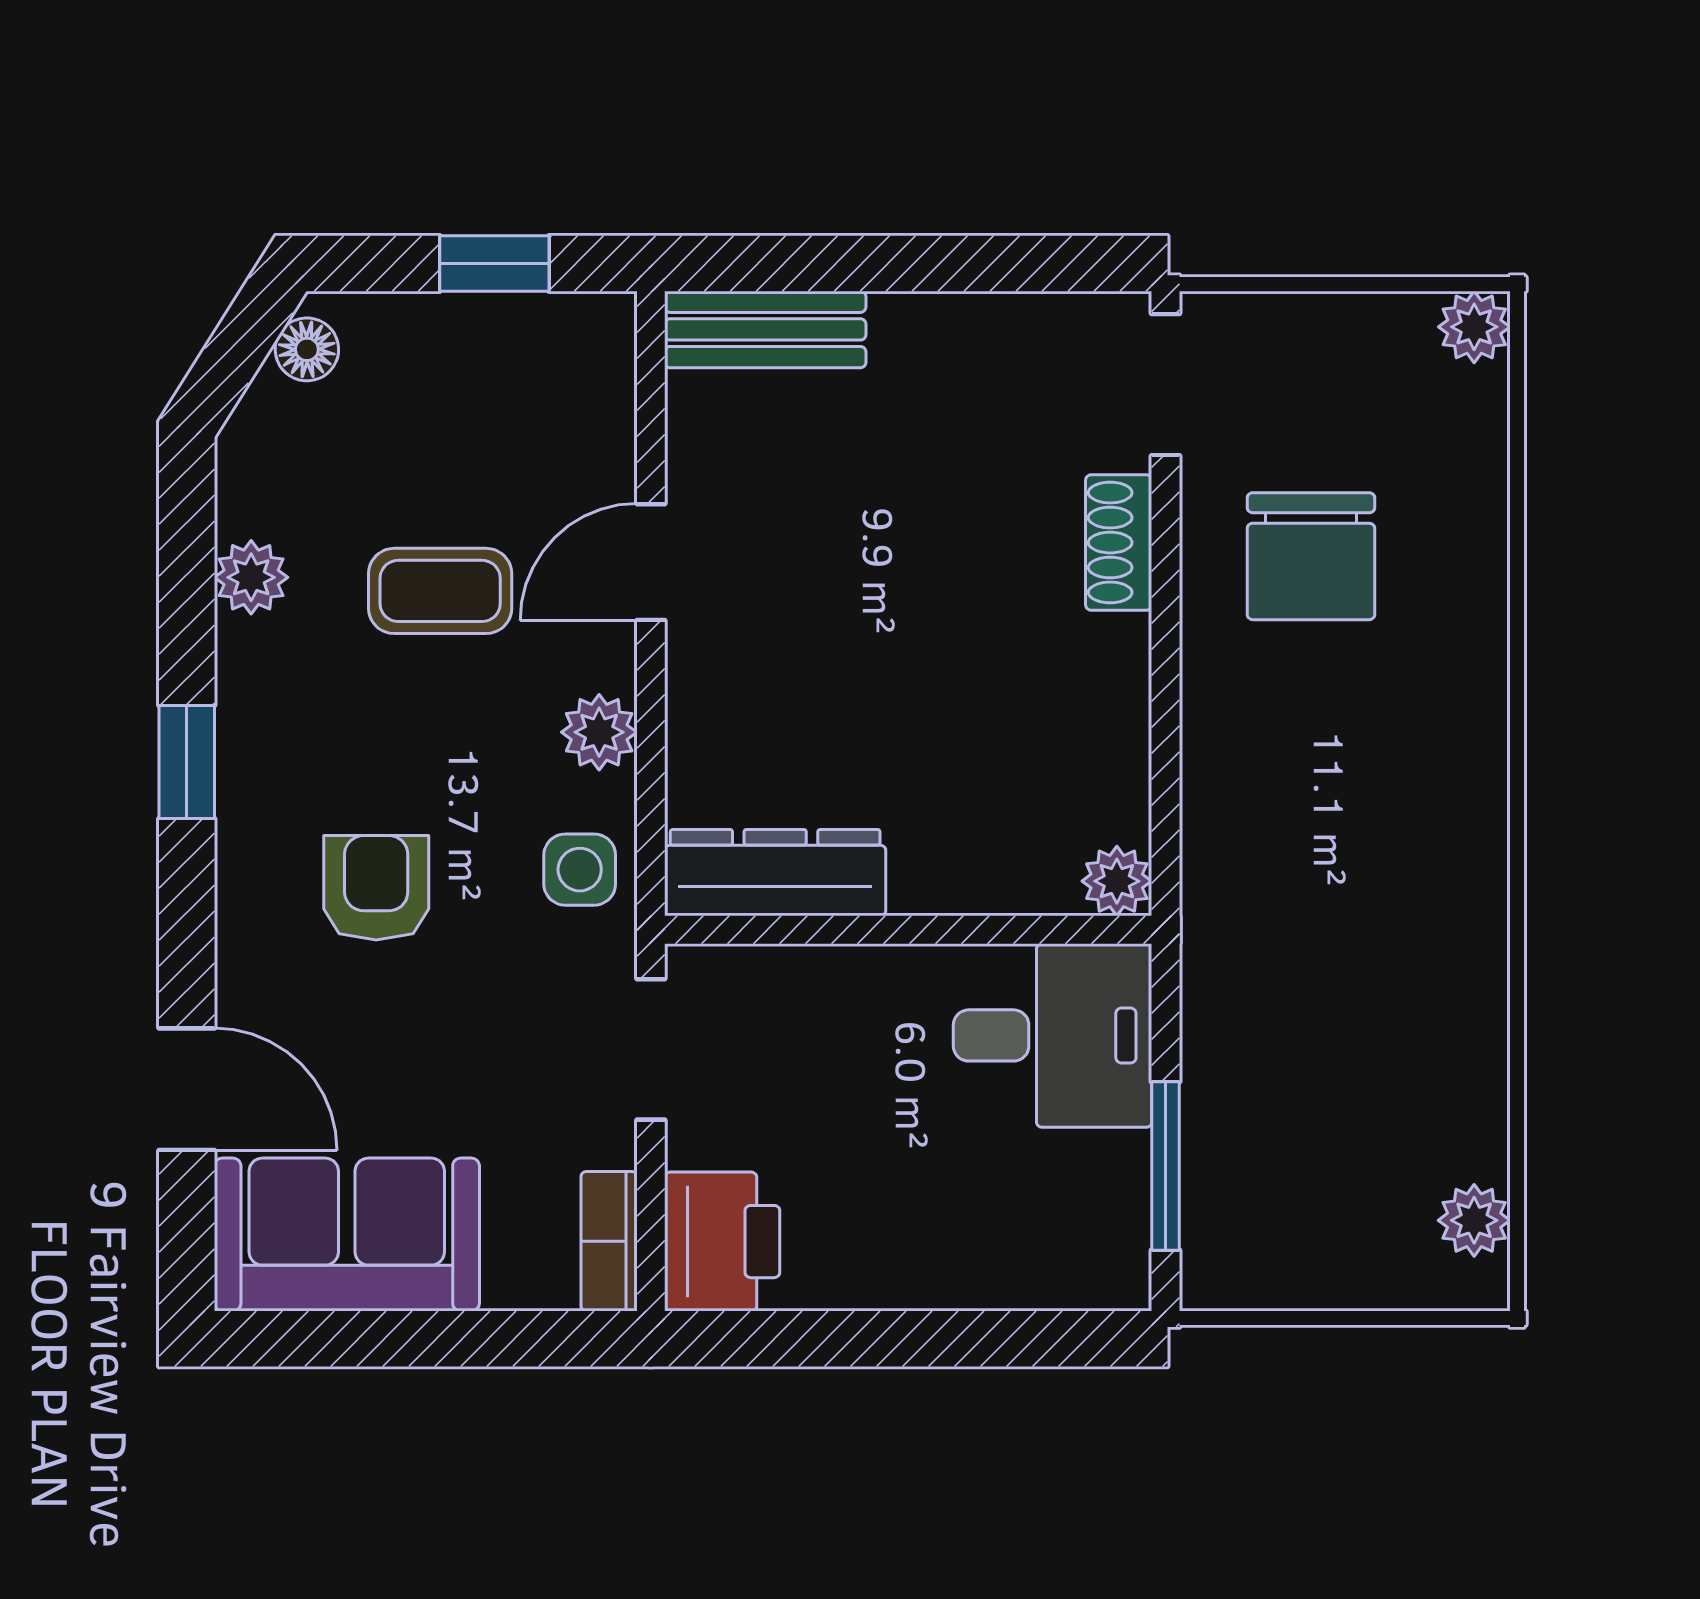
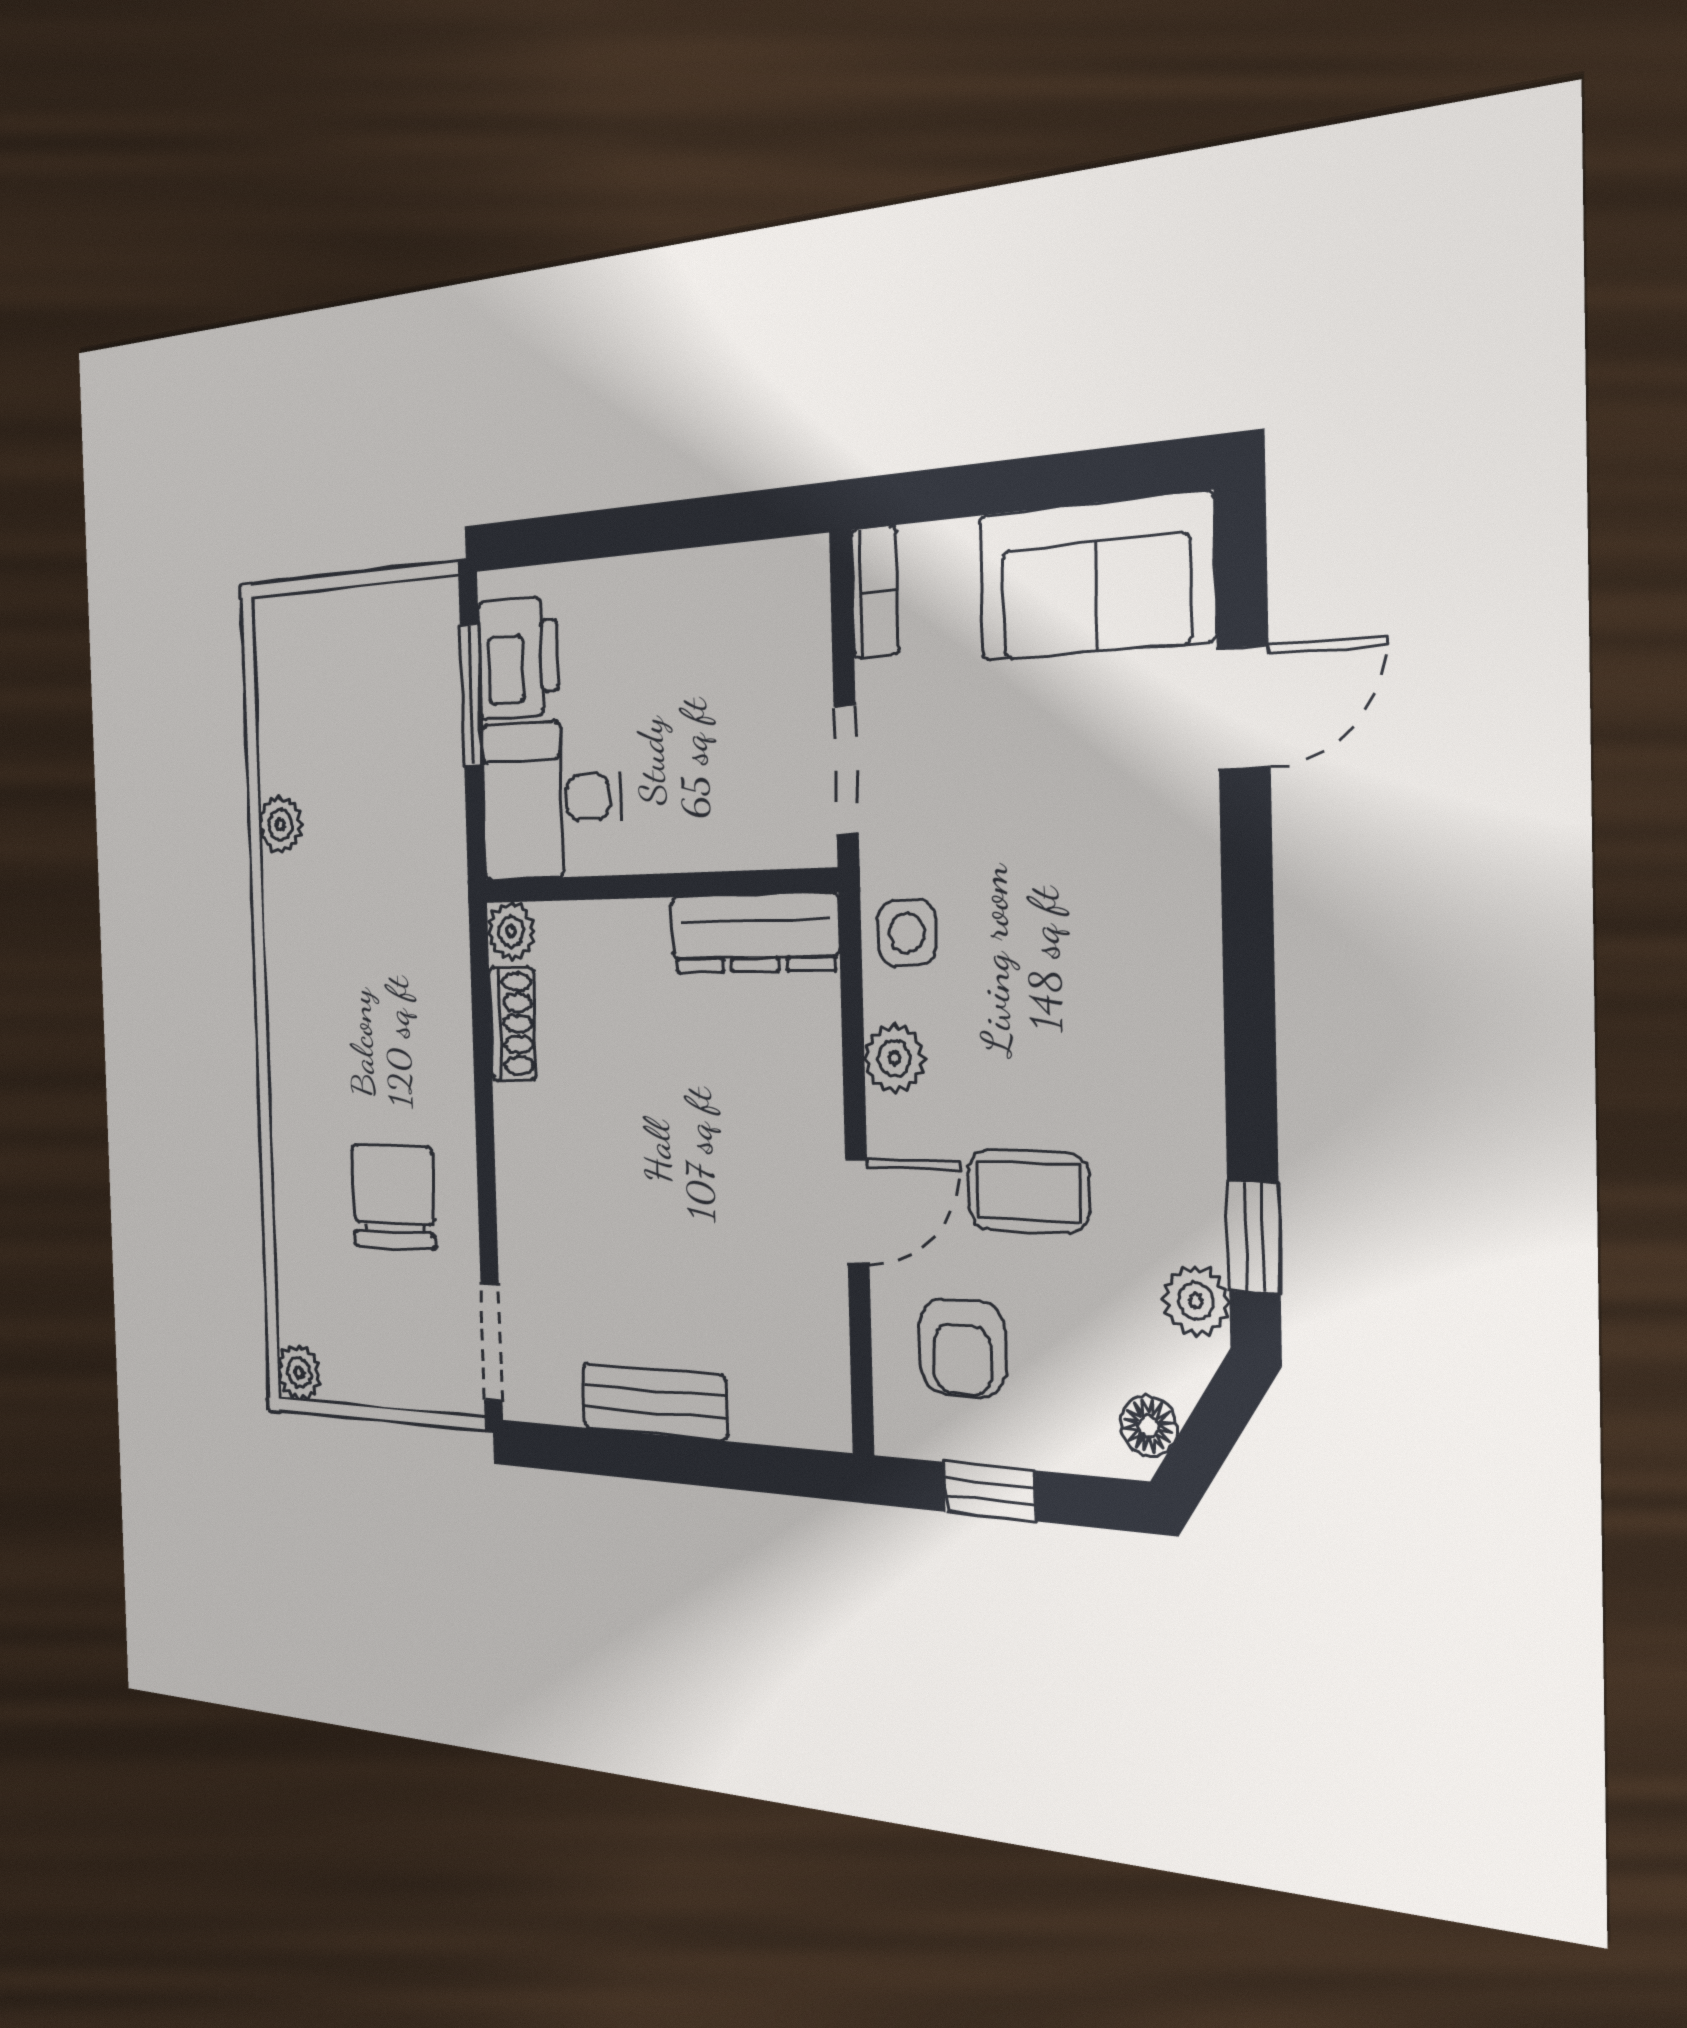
bench: (765, 329) -> (654, 1402), moved
shoe rack: (1119, 543) -> (513, 1024), moved
plant: (251, 577) -> (1196, 1301), moved
window: (187, 762) -> (1254, 1237), moved
armchair: (376, 888) -> (962, 1348), moved
door: (187, 1089) -> (1244, 708), swing flipped
plant: (1474, 1220) -> (280, 825), moved
printer: (722, 1242) -> (518, 658), moved, turned 180

